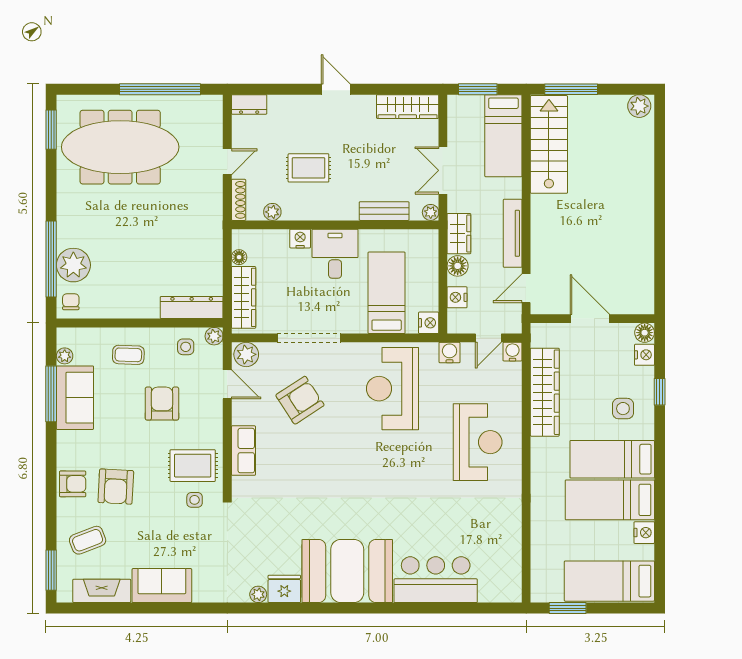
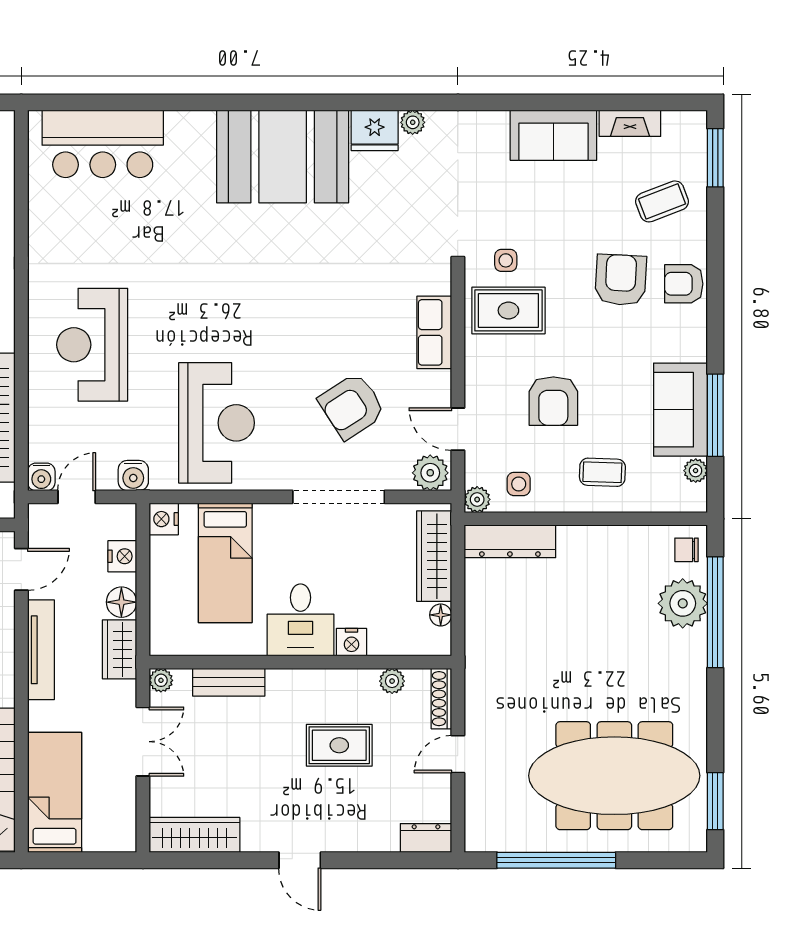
window: (478, 89) -> (92, 860), removed
chair: (71, 302) -> (687, 550), turned 90
bar counter: (436, 580) -> (103, 144), moved
fireplace: (102, 591) -> (630, 123), width x0.73, depth x0.76

